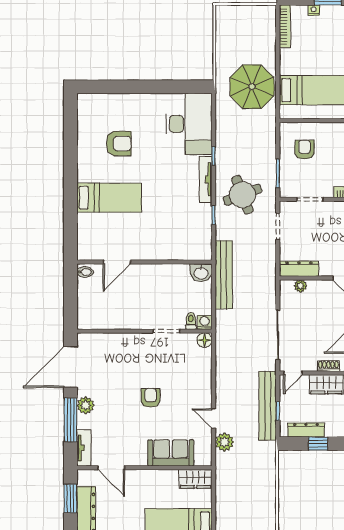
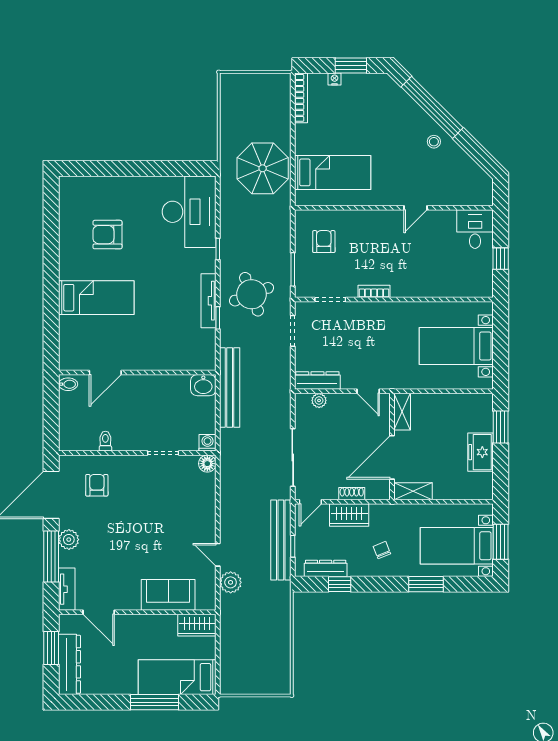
armchair: (119, 144) -> (107, 235), turned 180
tv unit: (206, 179) -> (209, 301), moved
toilet: (191, 321) -> (105, 441), moved
armchair: (151, 398) -> (97, 485), moved

